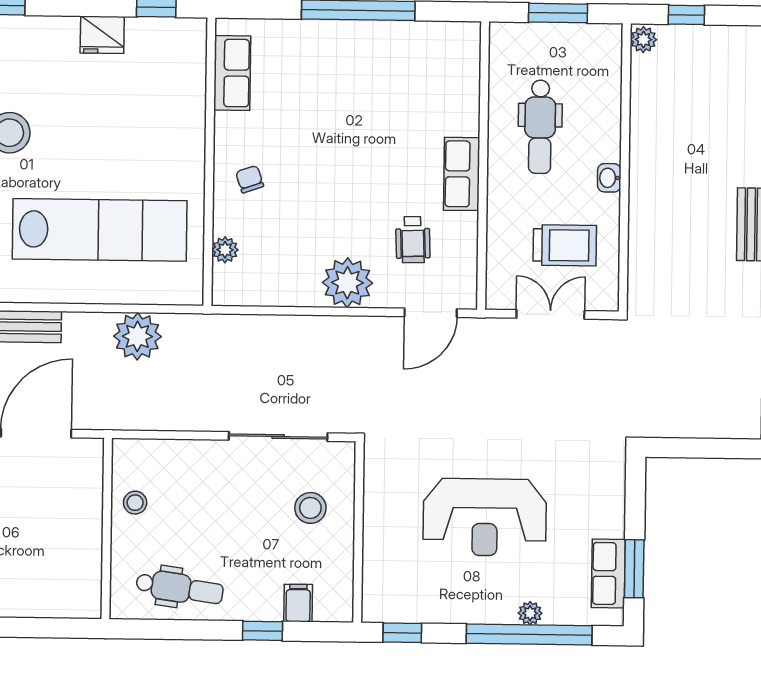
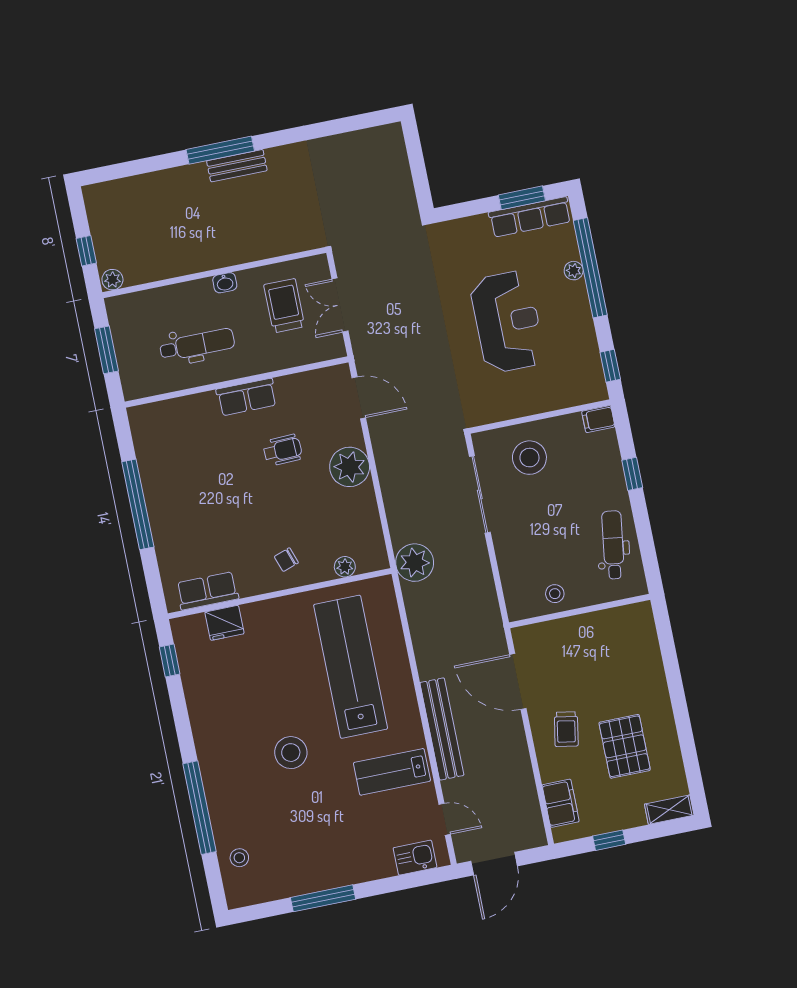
fridge: (102, 35) -> (225, 623), moved, turned 90
wheelchair: (413, 240) -> (282, 450), moved
plant: (137, 336) -> (415, 563), moved
stool: (310, 508) -> (529, 458), width x1.38, depth x1.38
row of seats: (608, 574) -> (530, 217), width x1.48
filing cabinet: (298, 603) -> (598, 419), moved

